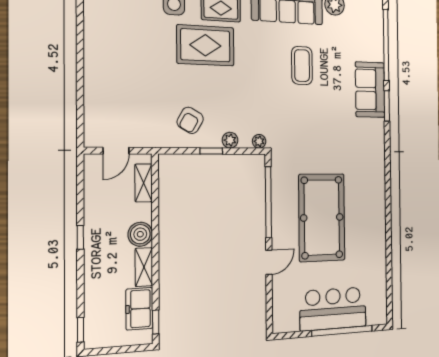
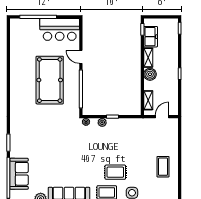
rug: (205, 45) -> (115, 172), width x0.73, depth x0.70
coffee table: (302, 66) -> (163, 167), moved
sofa: (370, 90) -> (19, 174), moved
armchair: (190, 120) -> (124, 133), removed
door: (269, 262) -> (81, 57), hinge flipped
bar counter: (333, 309) -> (60, 29), moved

